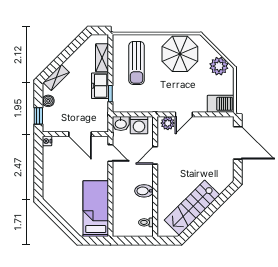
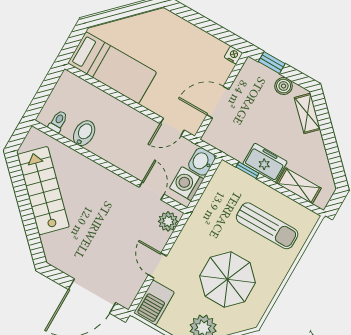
parasol: (180, 54) -> (227, 279), moved
sun lounger: (137, 63) -> (267, 226), turned 180
door: (184, 114) -> (157, 266), moved
door: (155, 155) -> (152, 191), moved
bidet: (144, 191) -> (84, 133), moved

